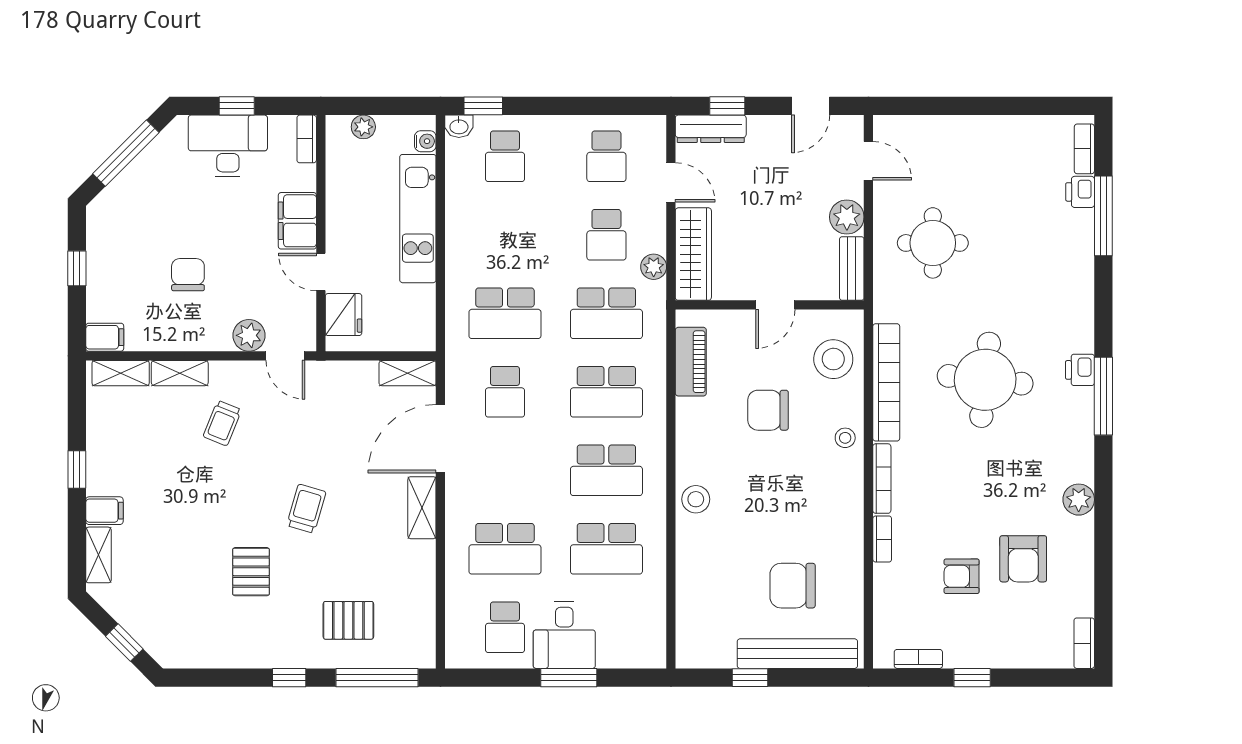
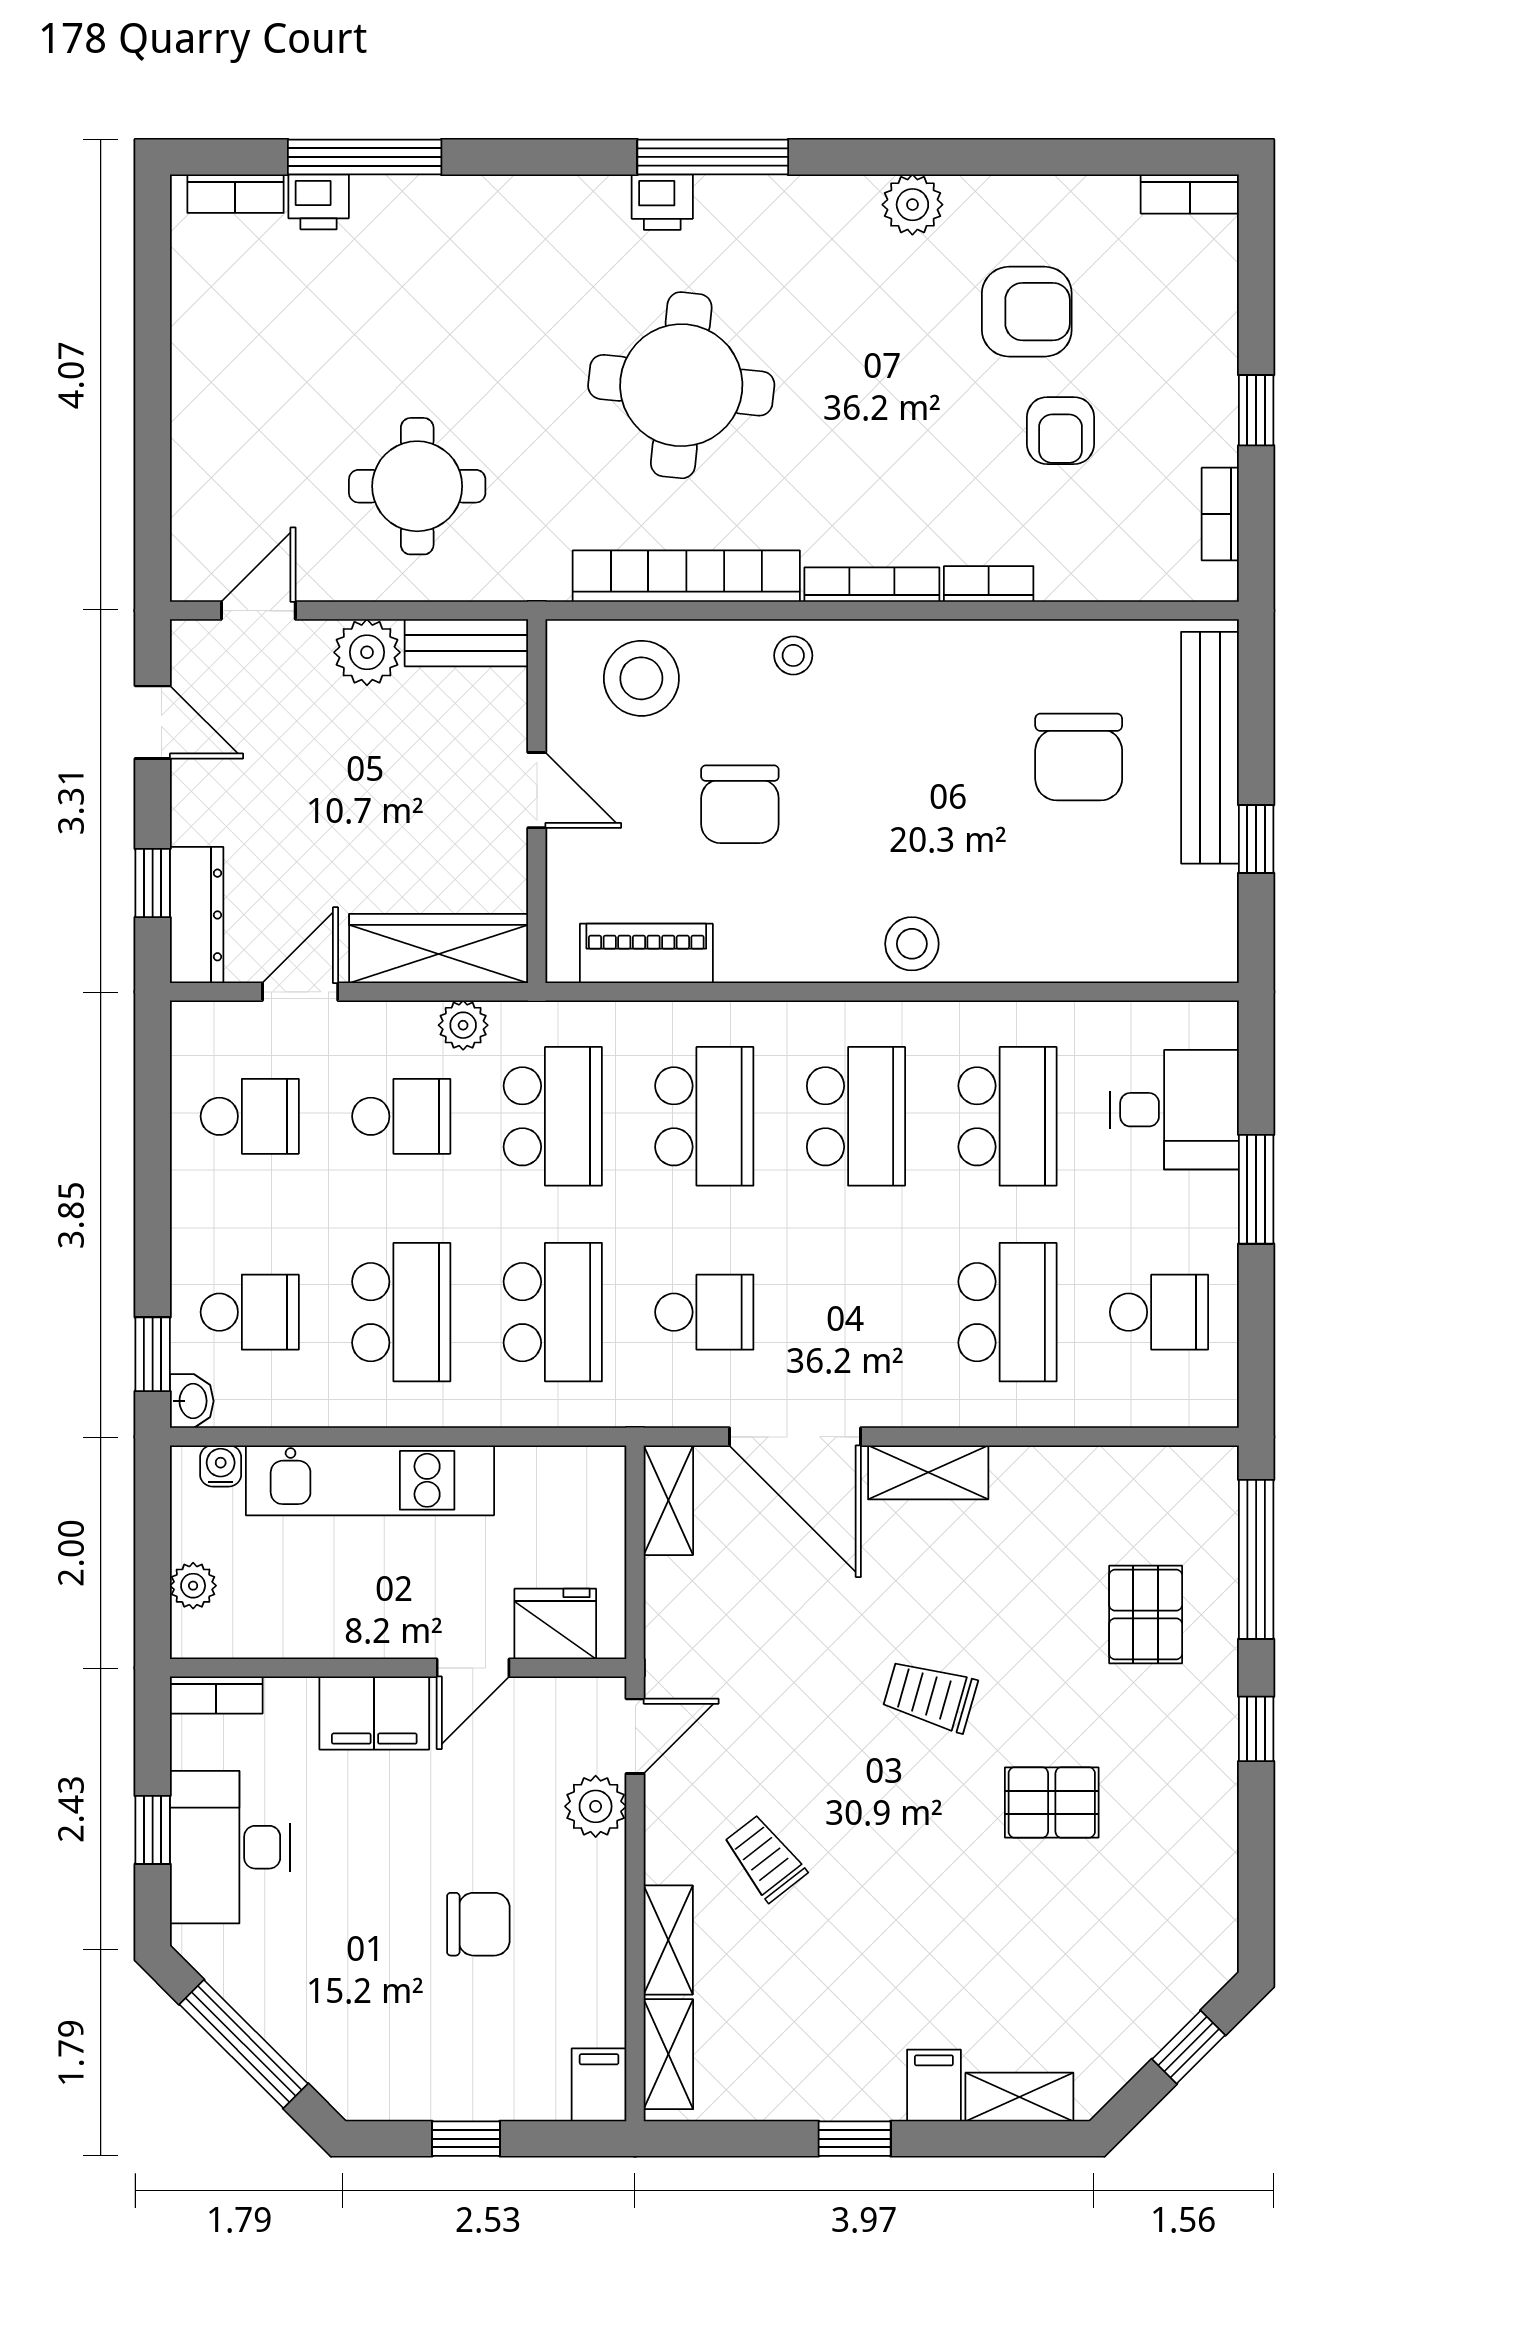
school desk: (505, 235) -> (401, 1312), added
chair: (188, 275) -> (478, 1924), turned 180
trolley: (222, 423) -> (765, 1858), turned -150
desk: (564, 635) -> (1174, 1110), moved

